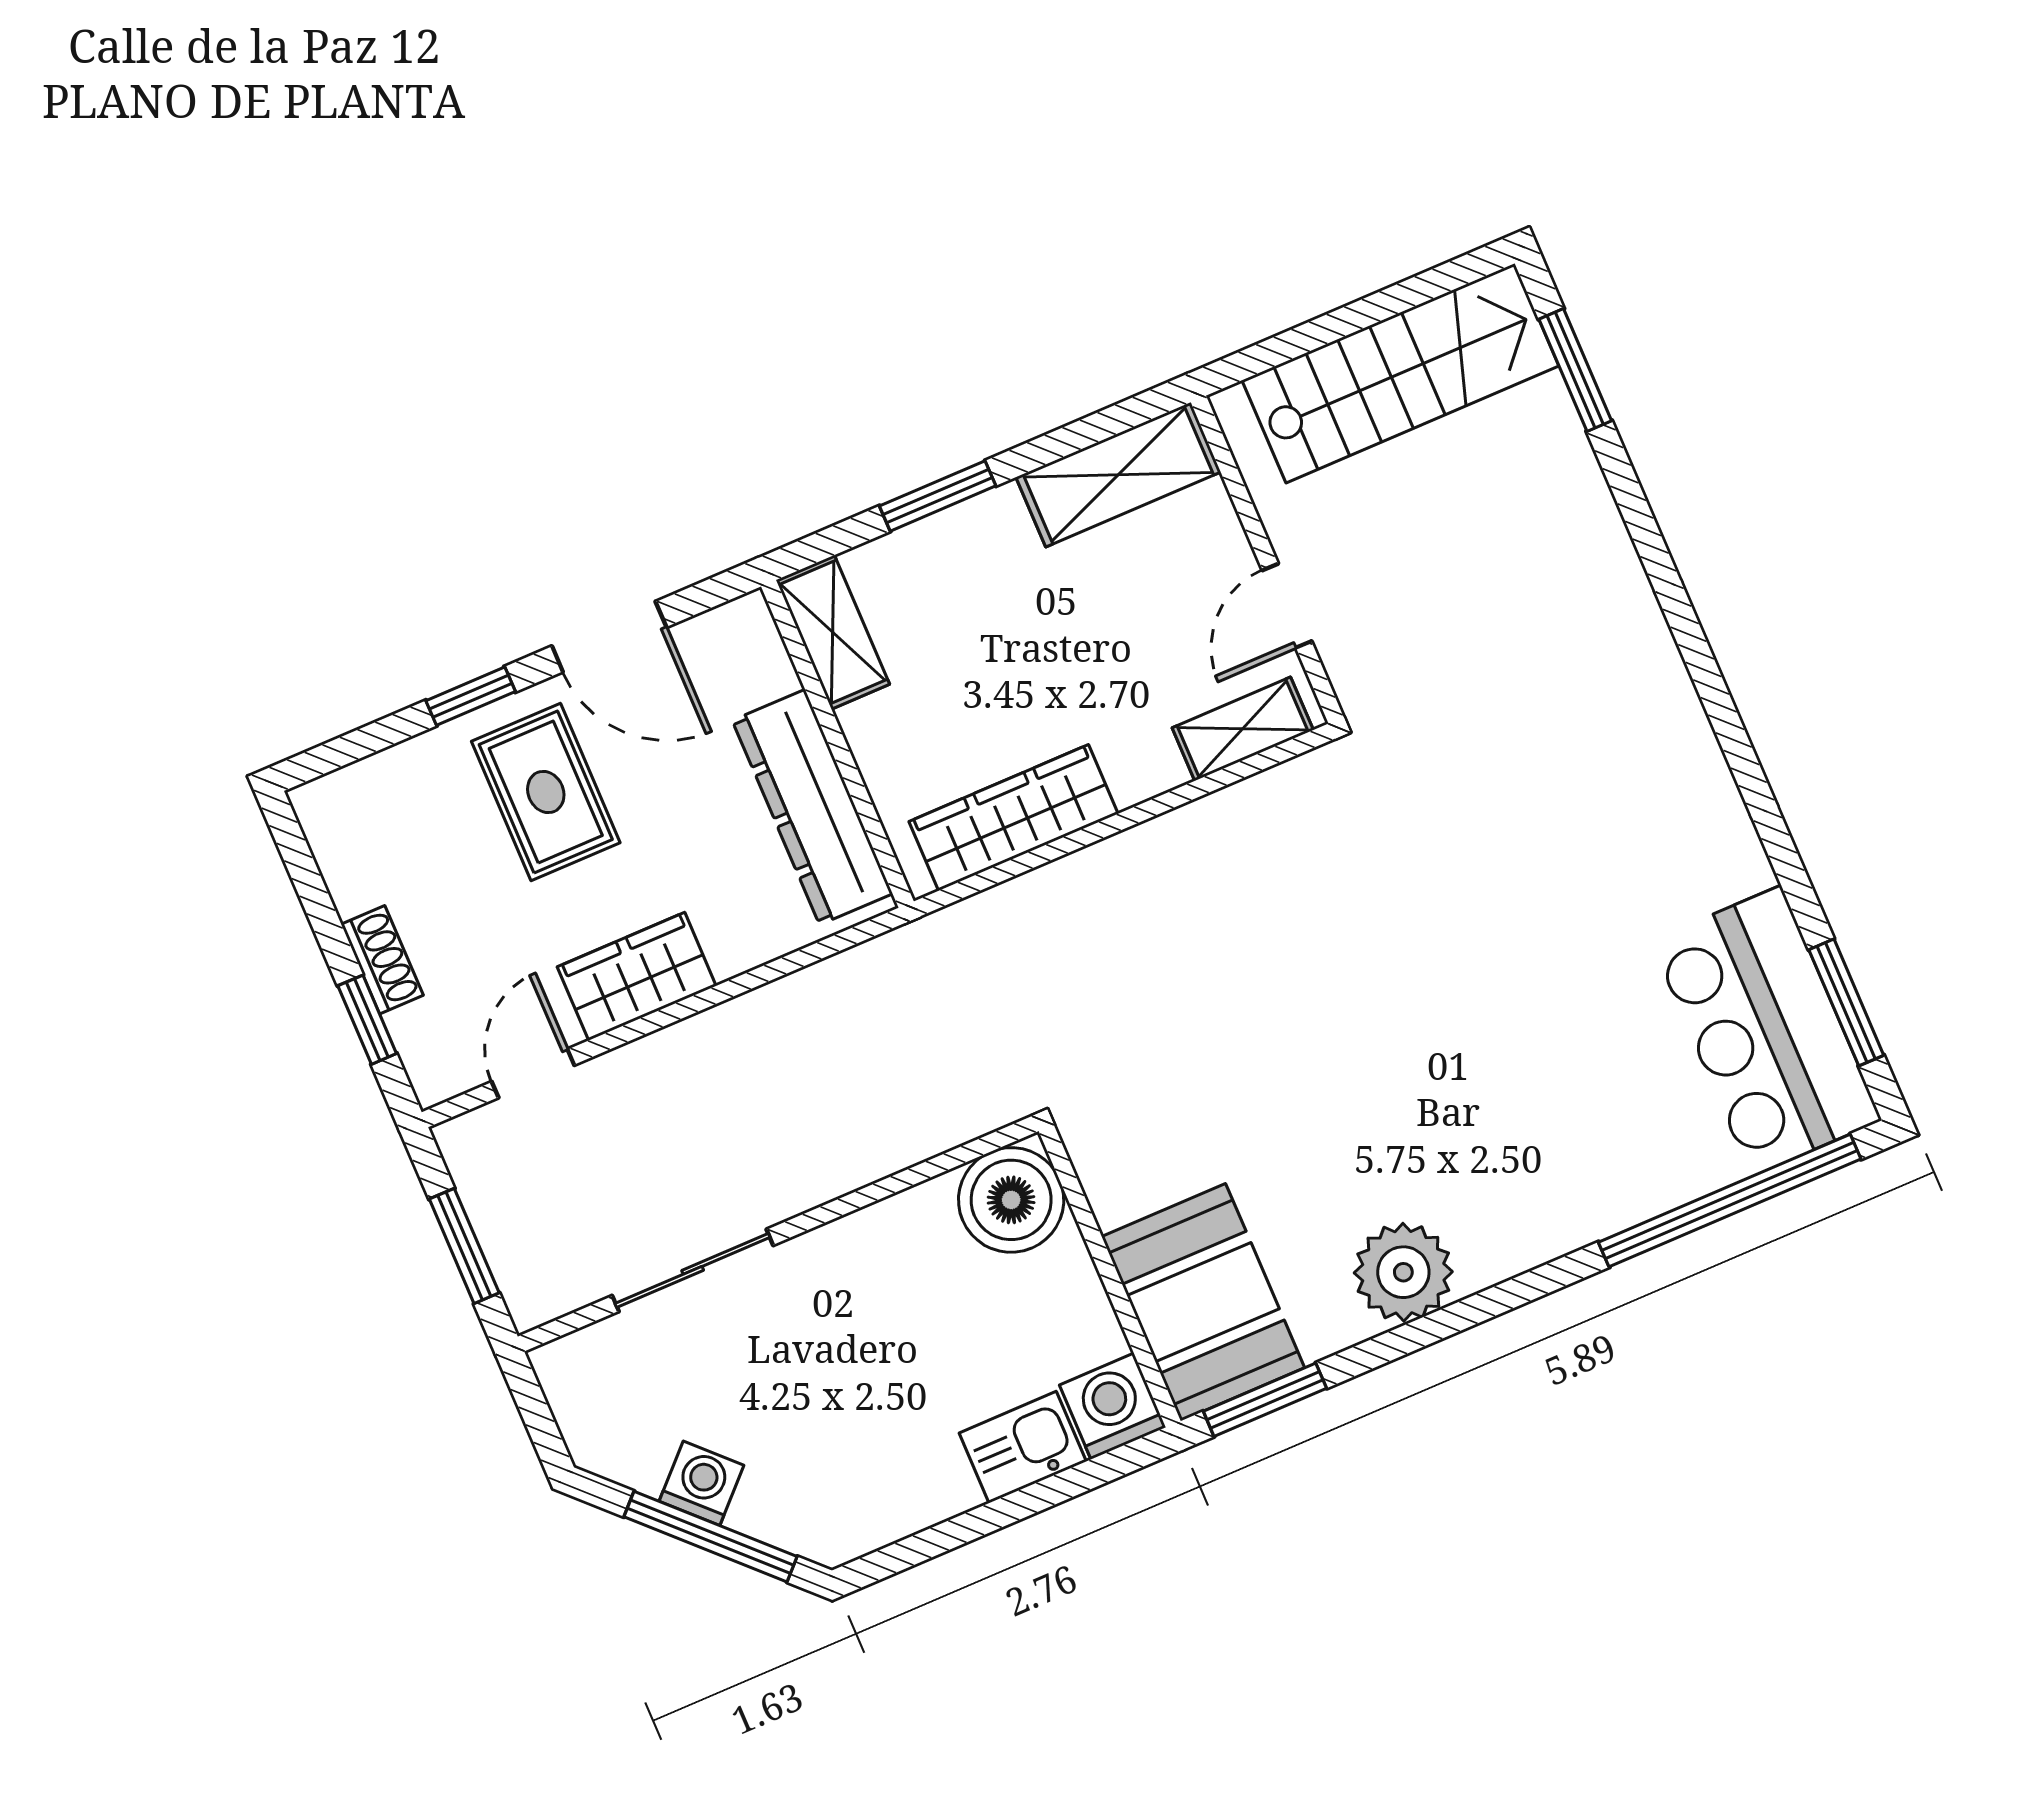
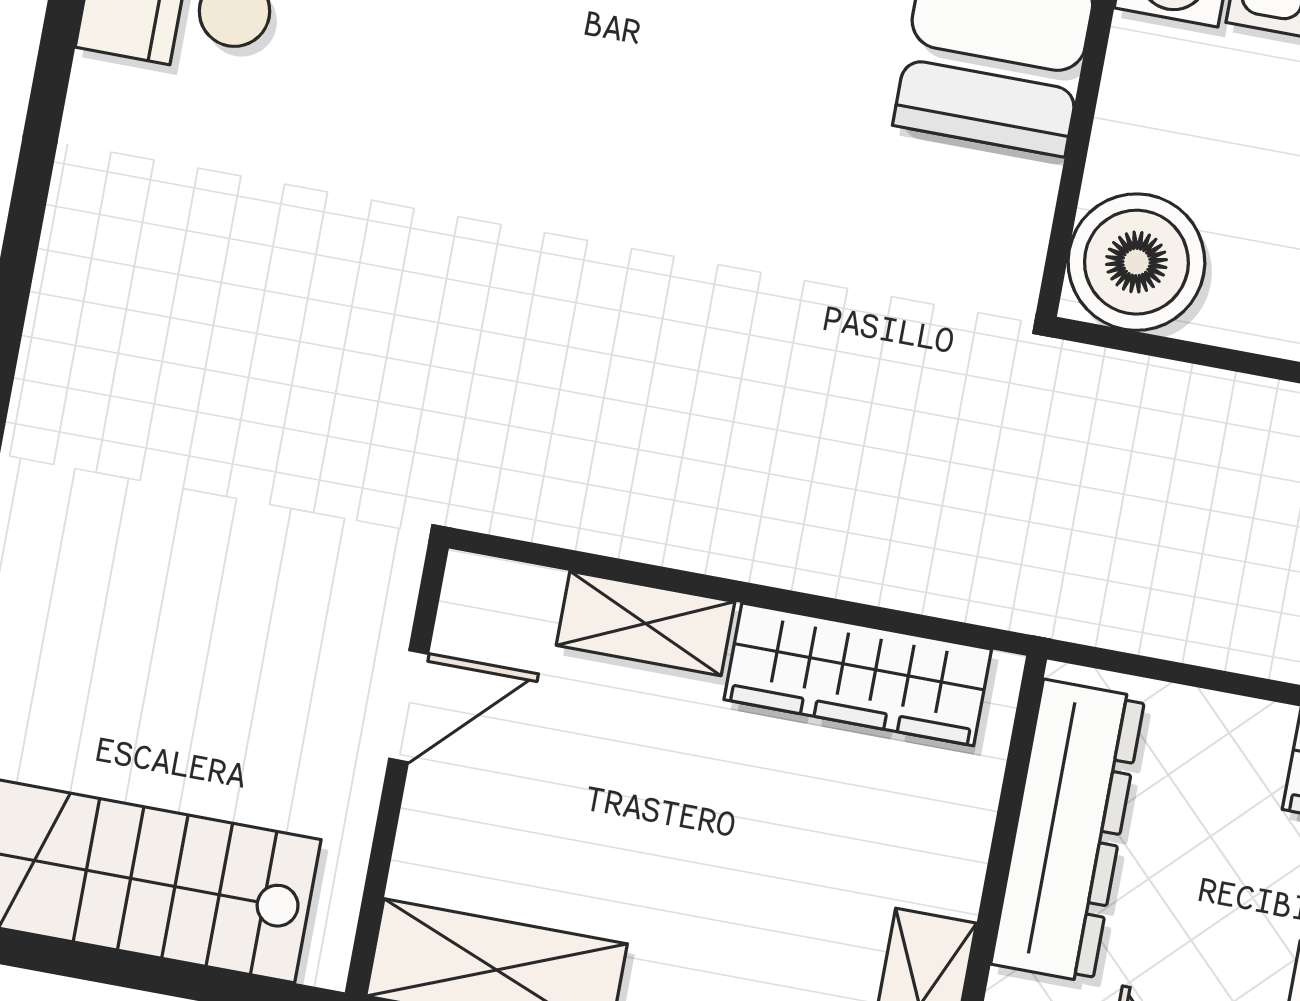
shelving: (1243, 729) -> (645, 623), moved

